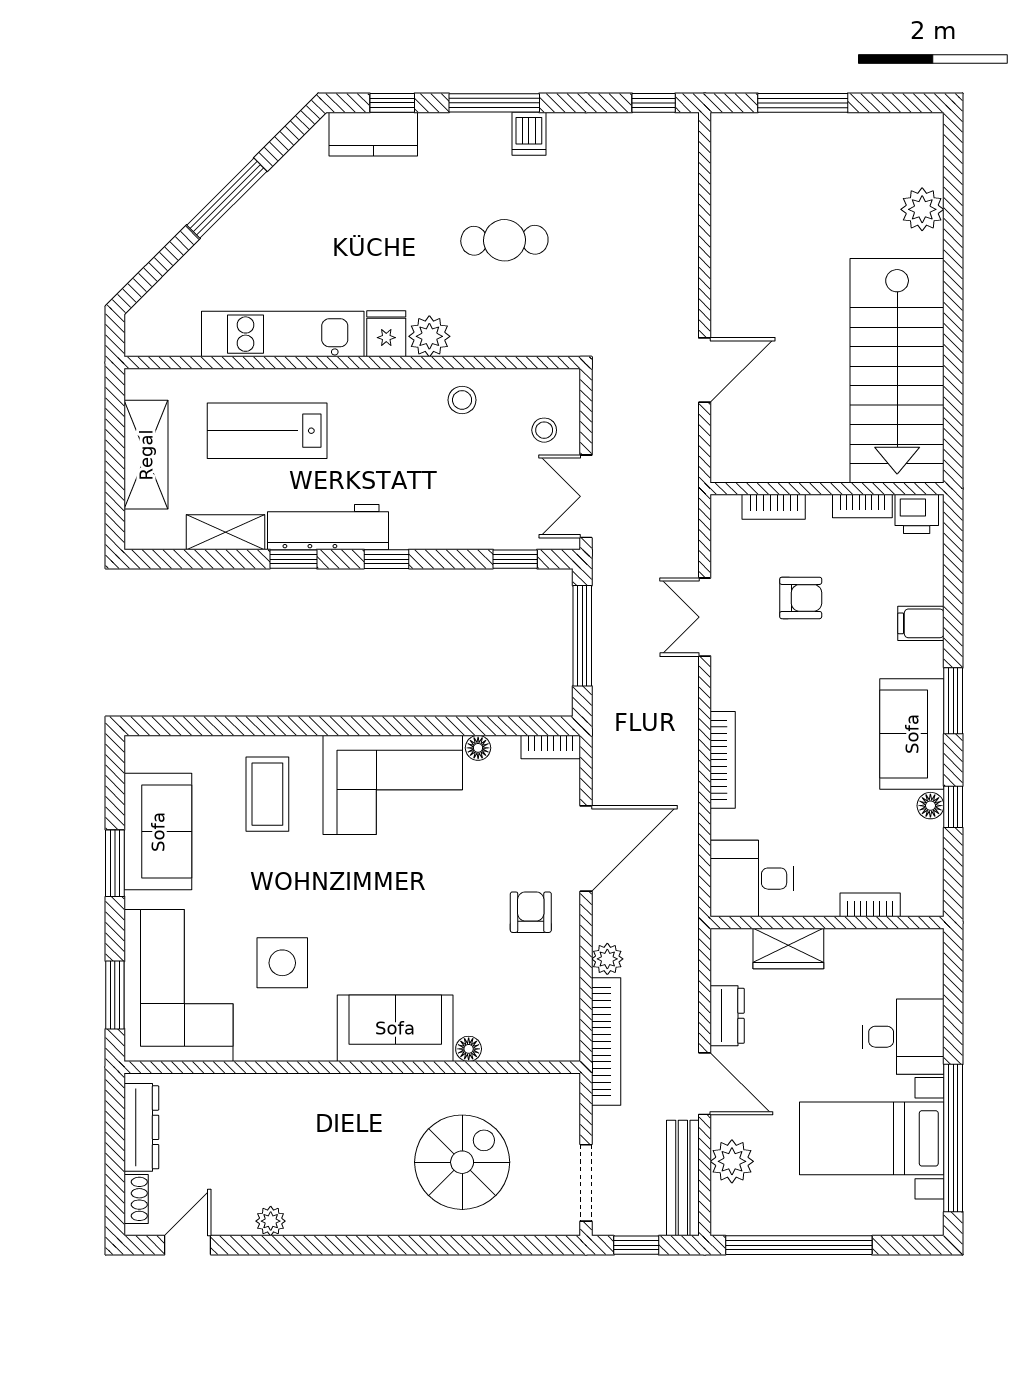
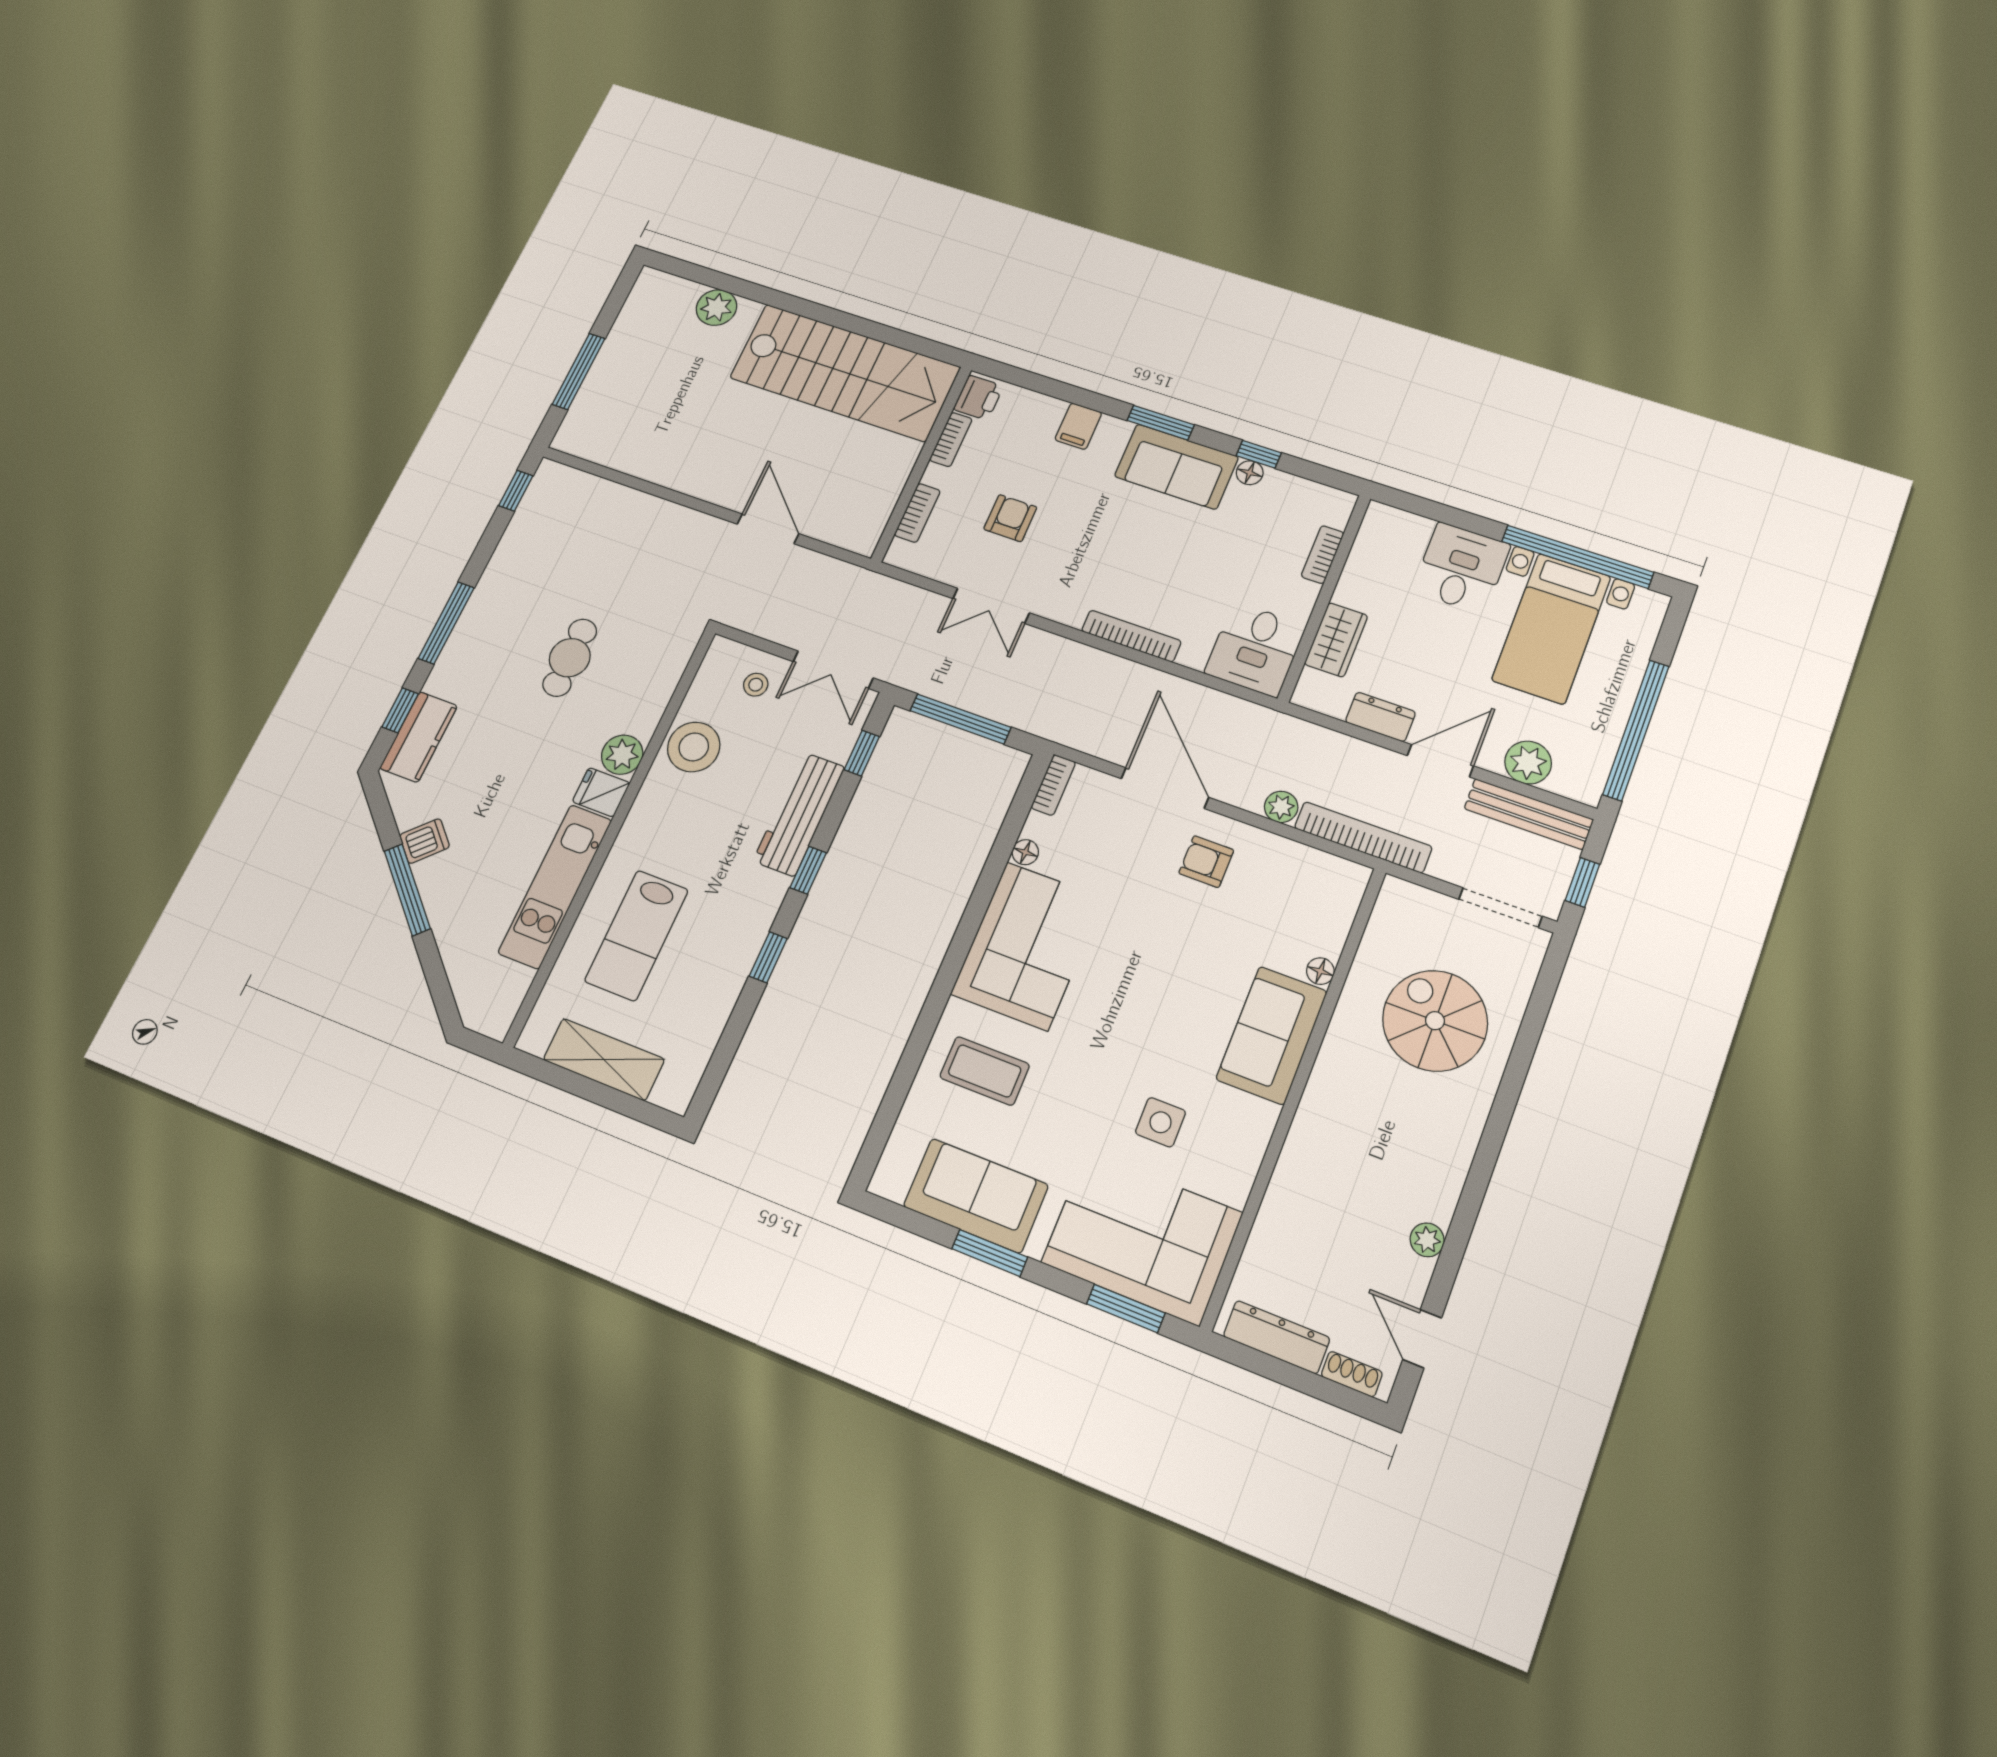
dishwasher: (529, 134) -> (425, 841), moved, turned -45
stool: (462, 400) -> (694, 747), width x1.89, depth x1.89
workbench: (328, 527) -> (799, 814), moved
shelving: (225, 532) -> (713, 1012), removed
side table: (282, 963) -> (1160, 1122), width x0.73, depth x0.73

